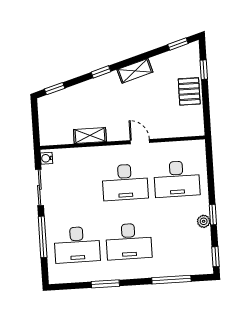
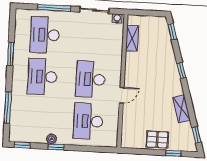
shelving: (135, 71) -> (182, 109), moved
shelving: (90, 136) -> (132, 38), moved

